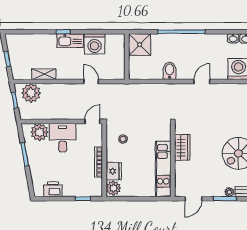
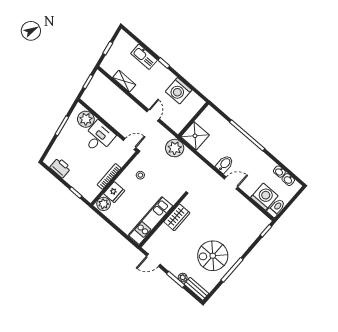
kitchen sink: (70, 41) -> (144, 57), moved
shower: (140, 45) -> (195, 136), moved
bidet: (170, 71) -> (225, 164), moved
plant: (31, 93) -> (175, 148), moved

